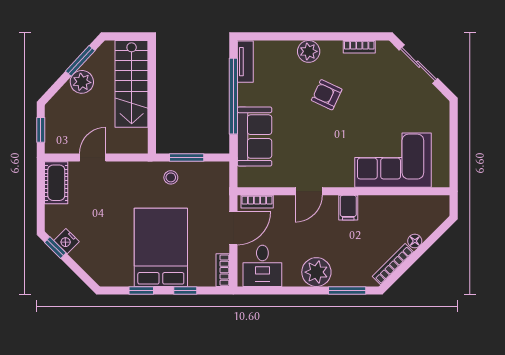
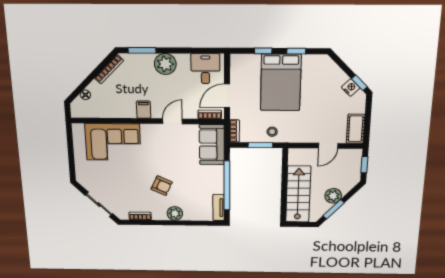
sofa: (254, 137) -> (212, 145), moved
floor lamp: (415, 241) -> (85, 95), moved
bookcase: (223, 270) -> (235, 131), moved

